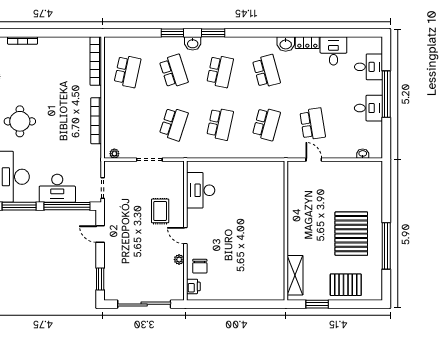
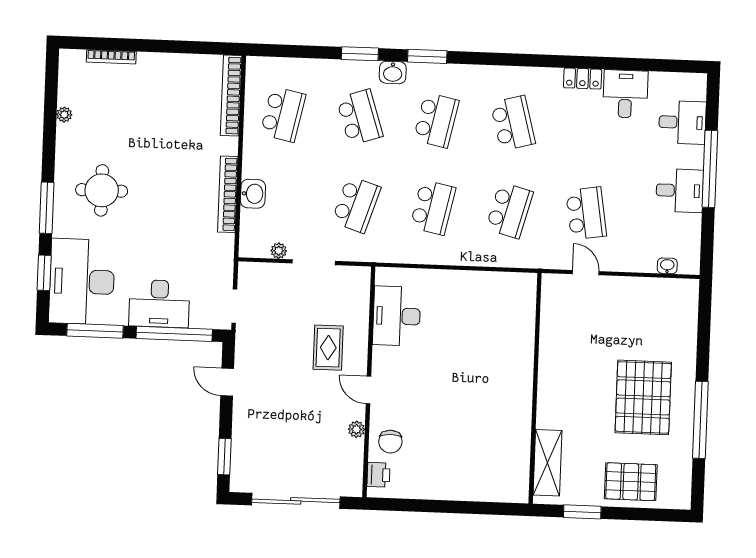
washbasin: (286, 44) -> (253, 194), moved, turned -90
plant: (114, 154) -> (279, 251), moved

